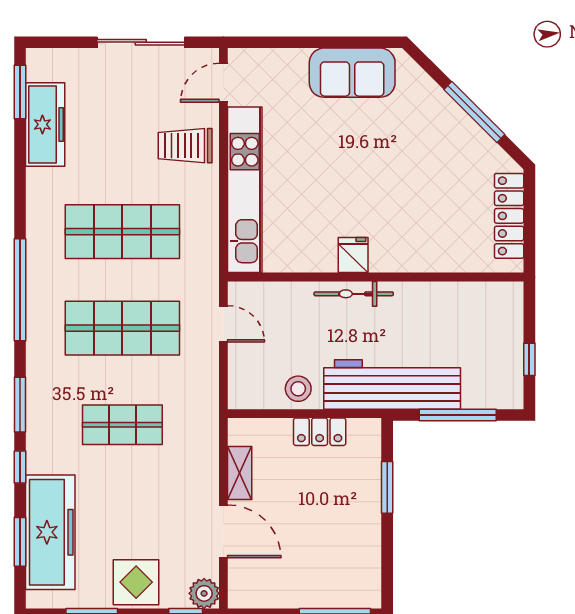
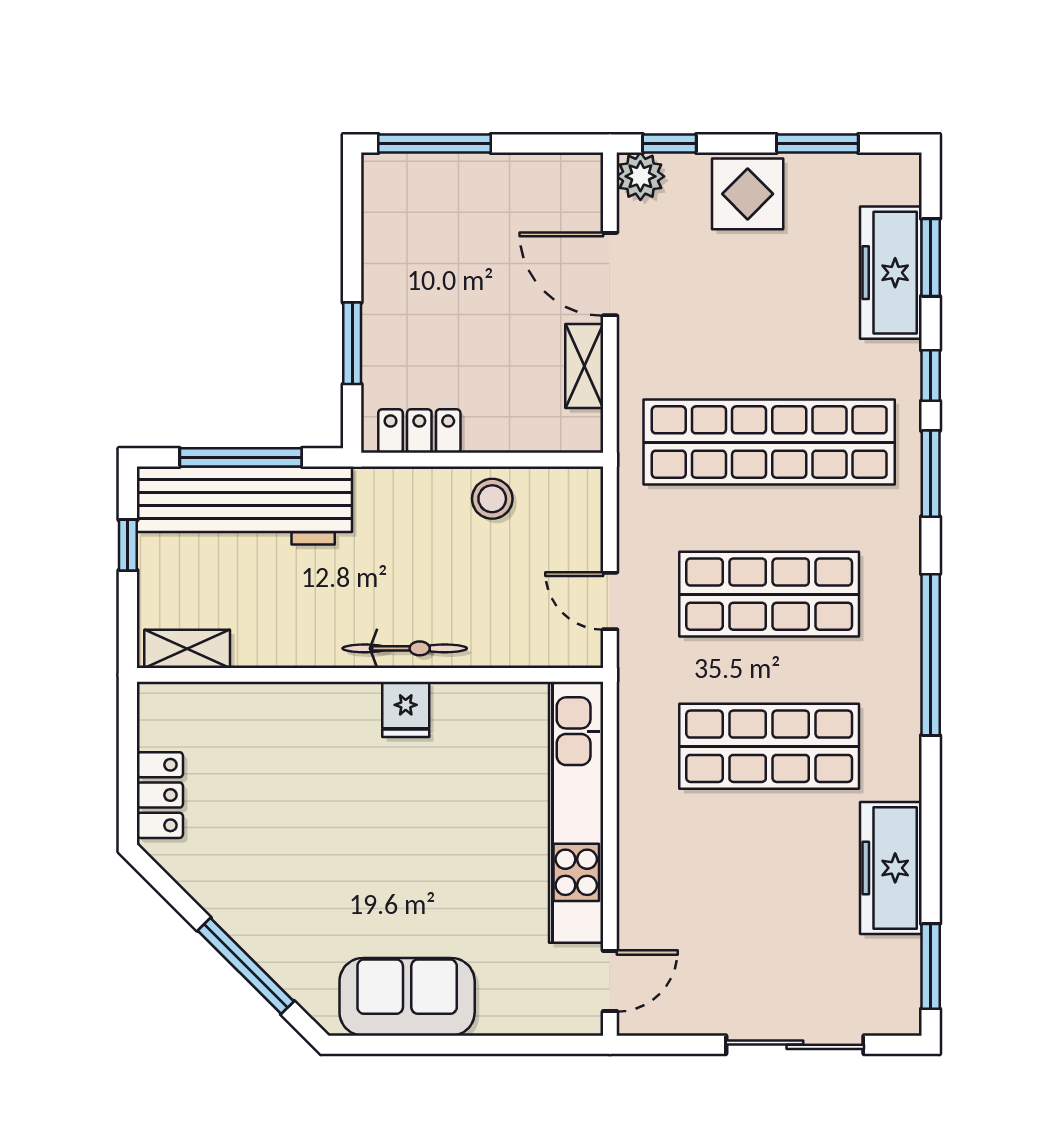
sliding door: (141, 42) -> (795, 1045), moved
window: (474, 112) -> (246, 966), moved
freezer: (45, 124) -> (891, 868), moved
trolley: (185, 146) -> (670, 882), removed
locker: (509, 216) -> (160, 795), width x0.66
shelving: (492, 293) -> (187, 649), added
workbench: (392, 384) -> (244, 506), moved
shop shelf: (122, 425) -> (769, 442), width x2.00, depth x1.36
locker: (320, 432) -> (419, 431), moved
freezer: (50, 532) -> (891, 273), width x0.73, depth x0.79

